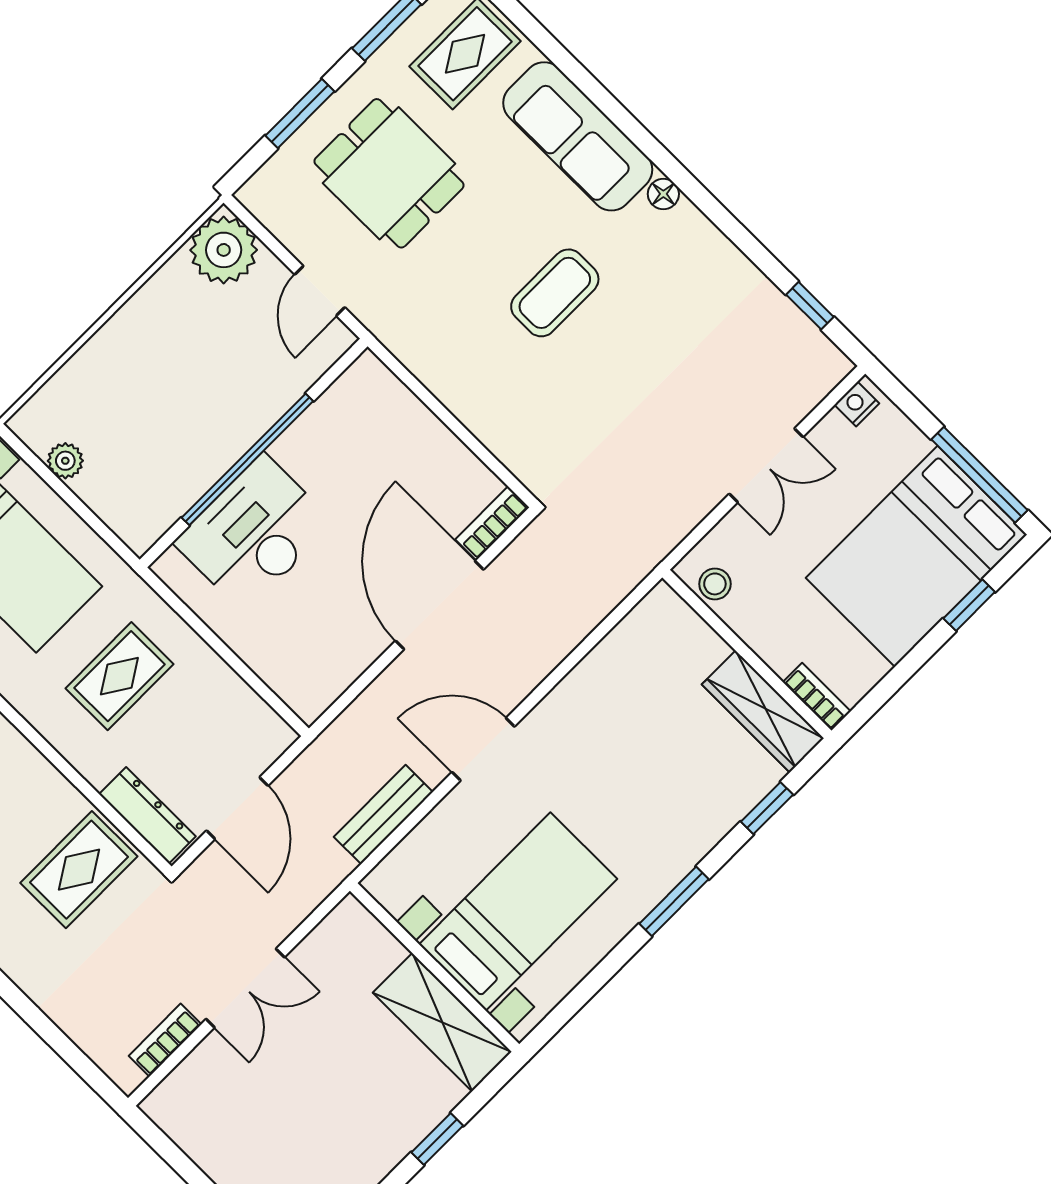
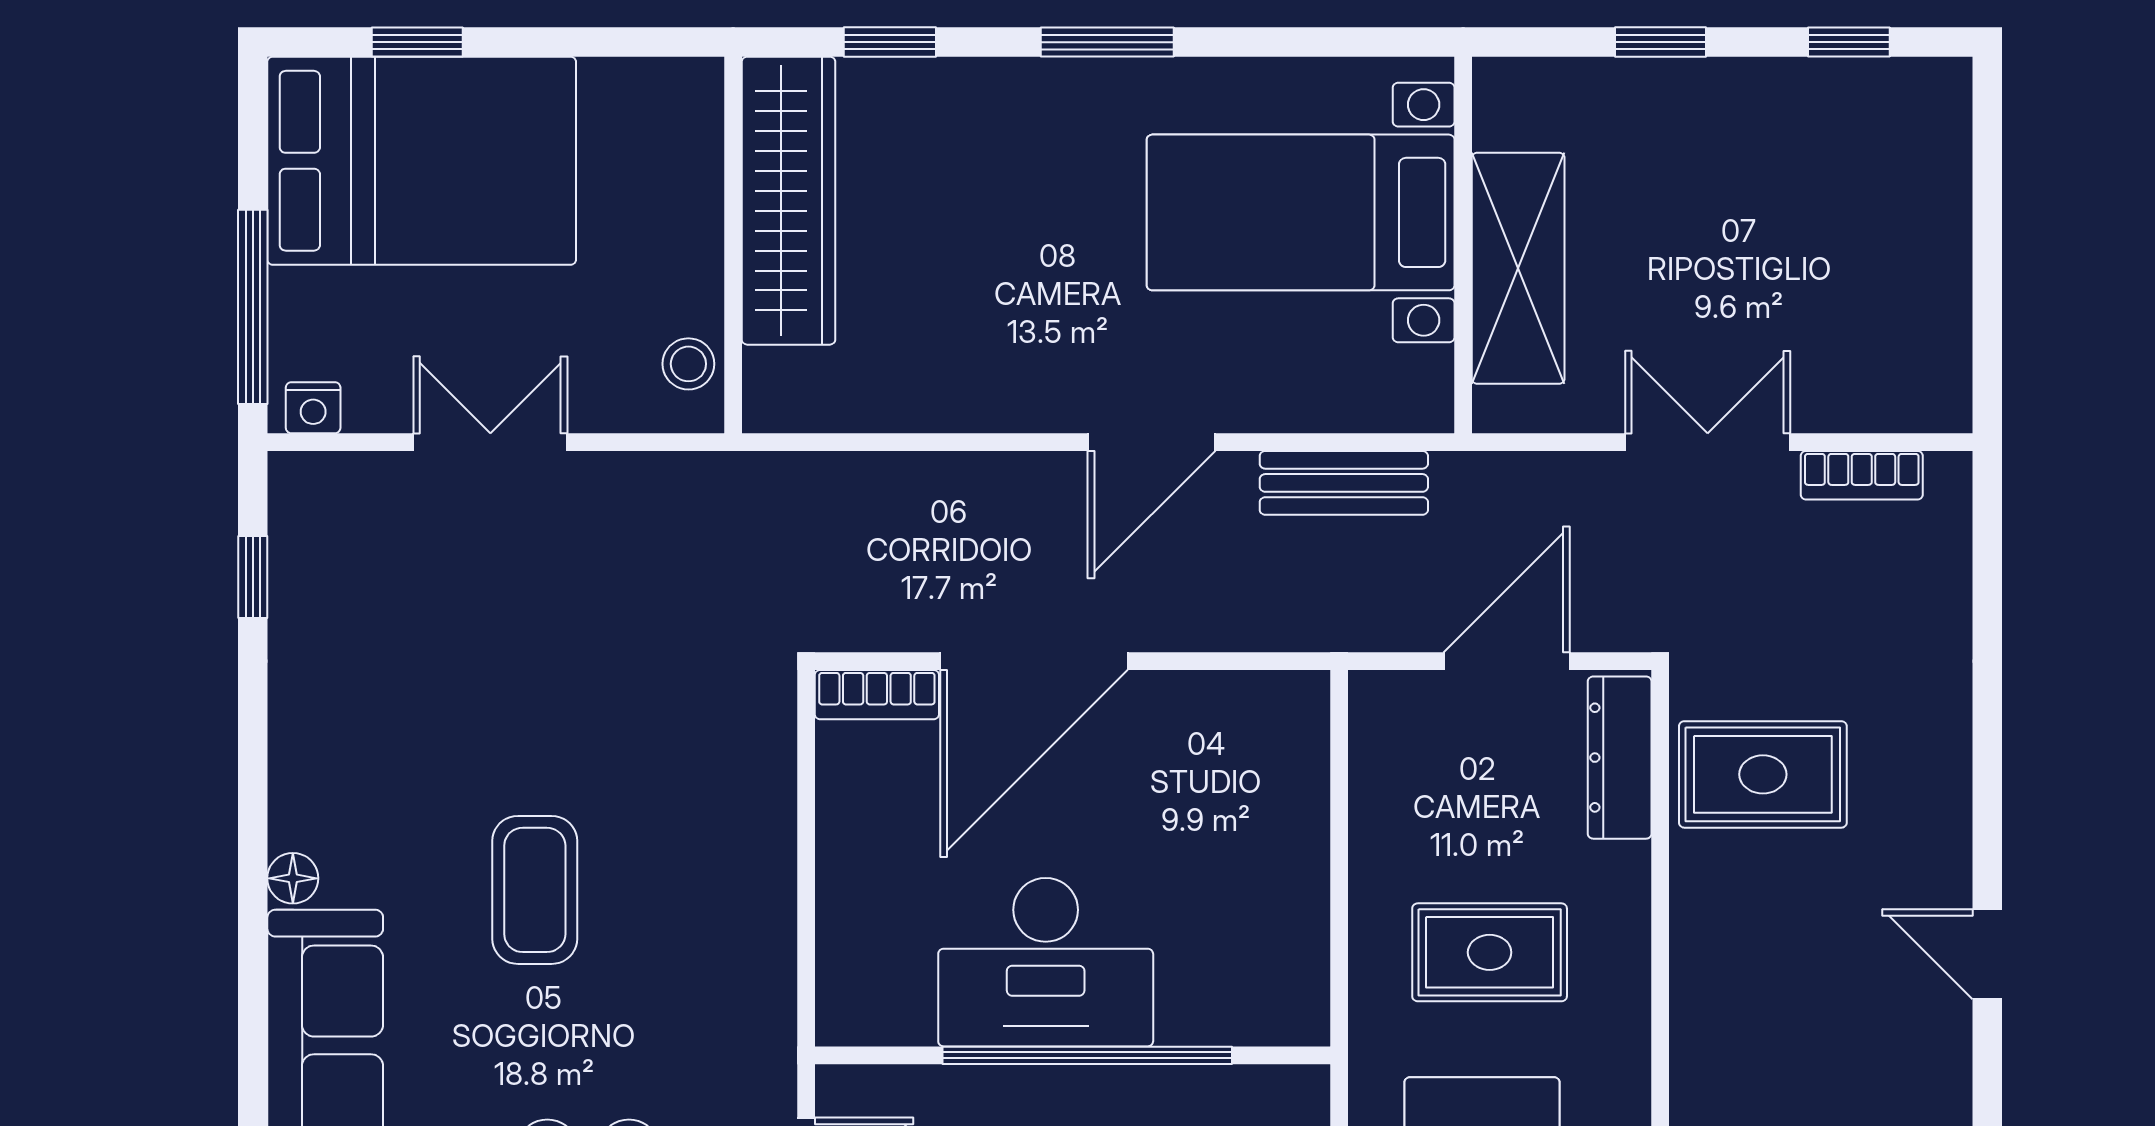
coffee table: (555, 293) -> (535, 890), turned 90
window: (979, 475) -> (253, 307), moved
desk: (254, 533) -> (1046, 962), moved
bookcase: (817, 697) -> (702, 113), removed
wardrobe: (763, 711) -> (789, 201), width x1.40, depth x1.17
door: (483, 749) -> (1152, 442), hinge flipped
shelving: (442, 1022) -> (1518, 268), moved

